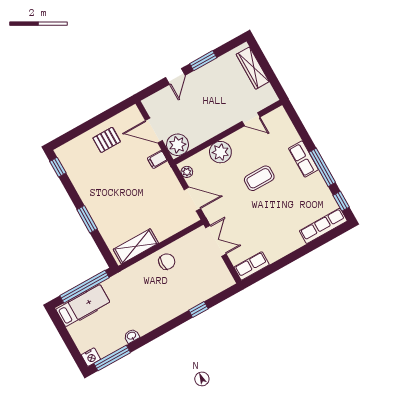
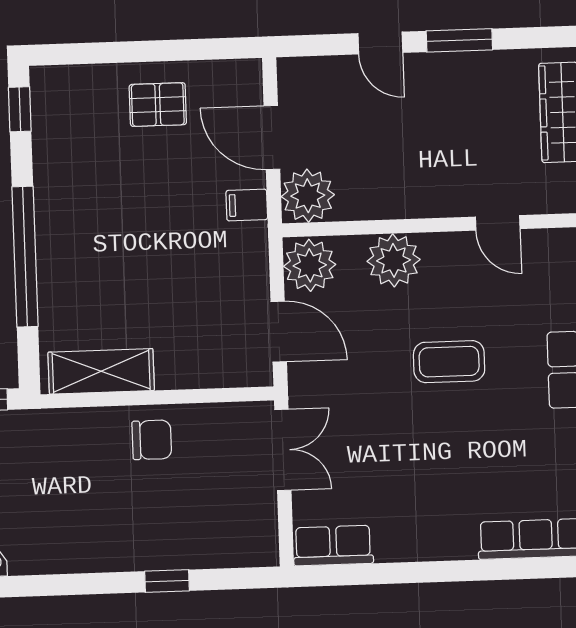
door: (175, 76) -> (380, 43), hinge flipped
plant: (187, 172) -> (310, 265), width x1.88, depth x1.88
window: (87, 219) -> (25, 257), width x2.11

